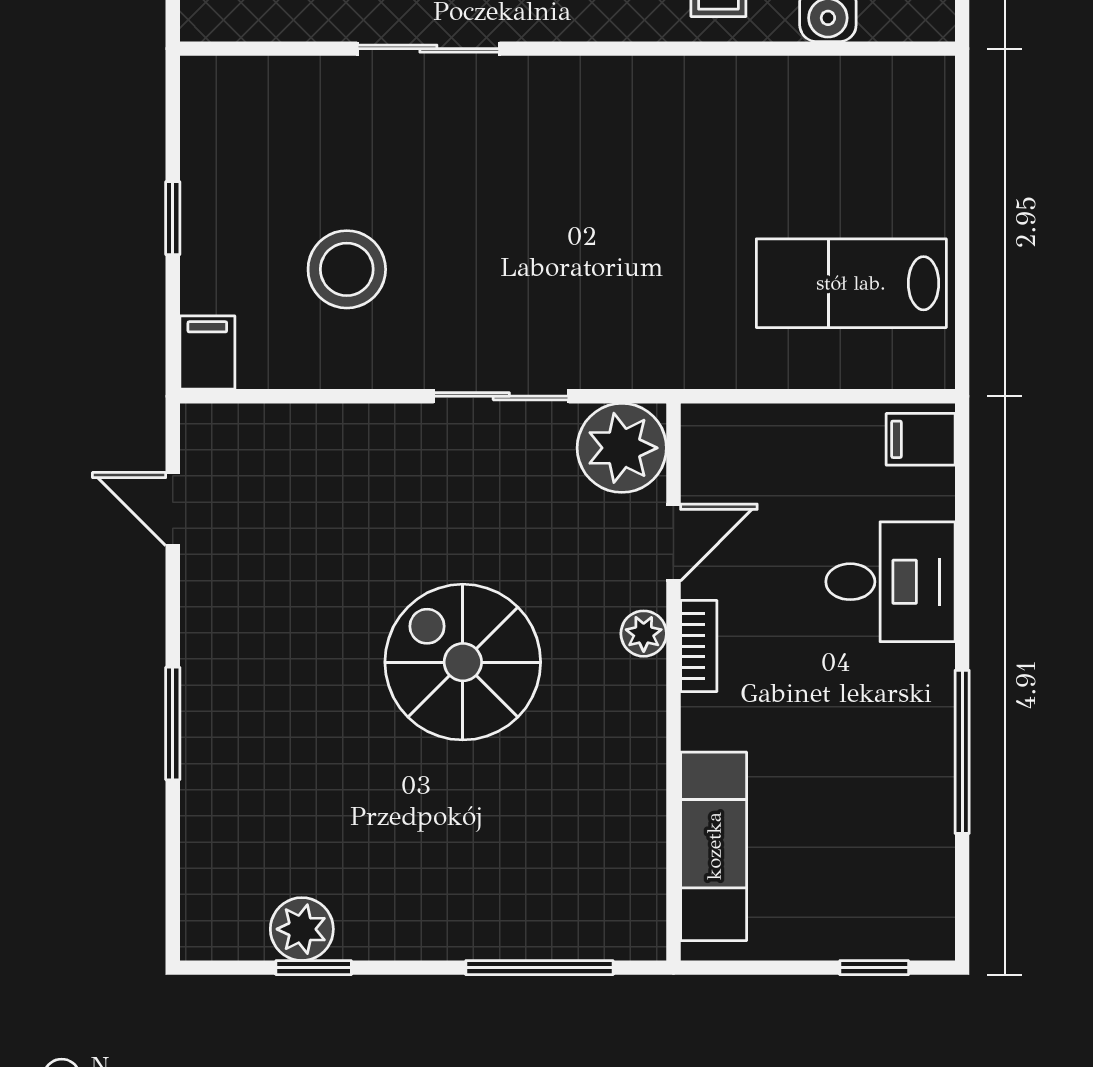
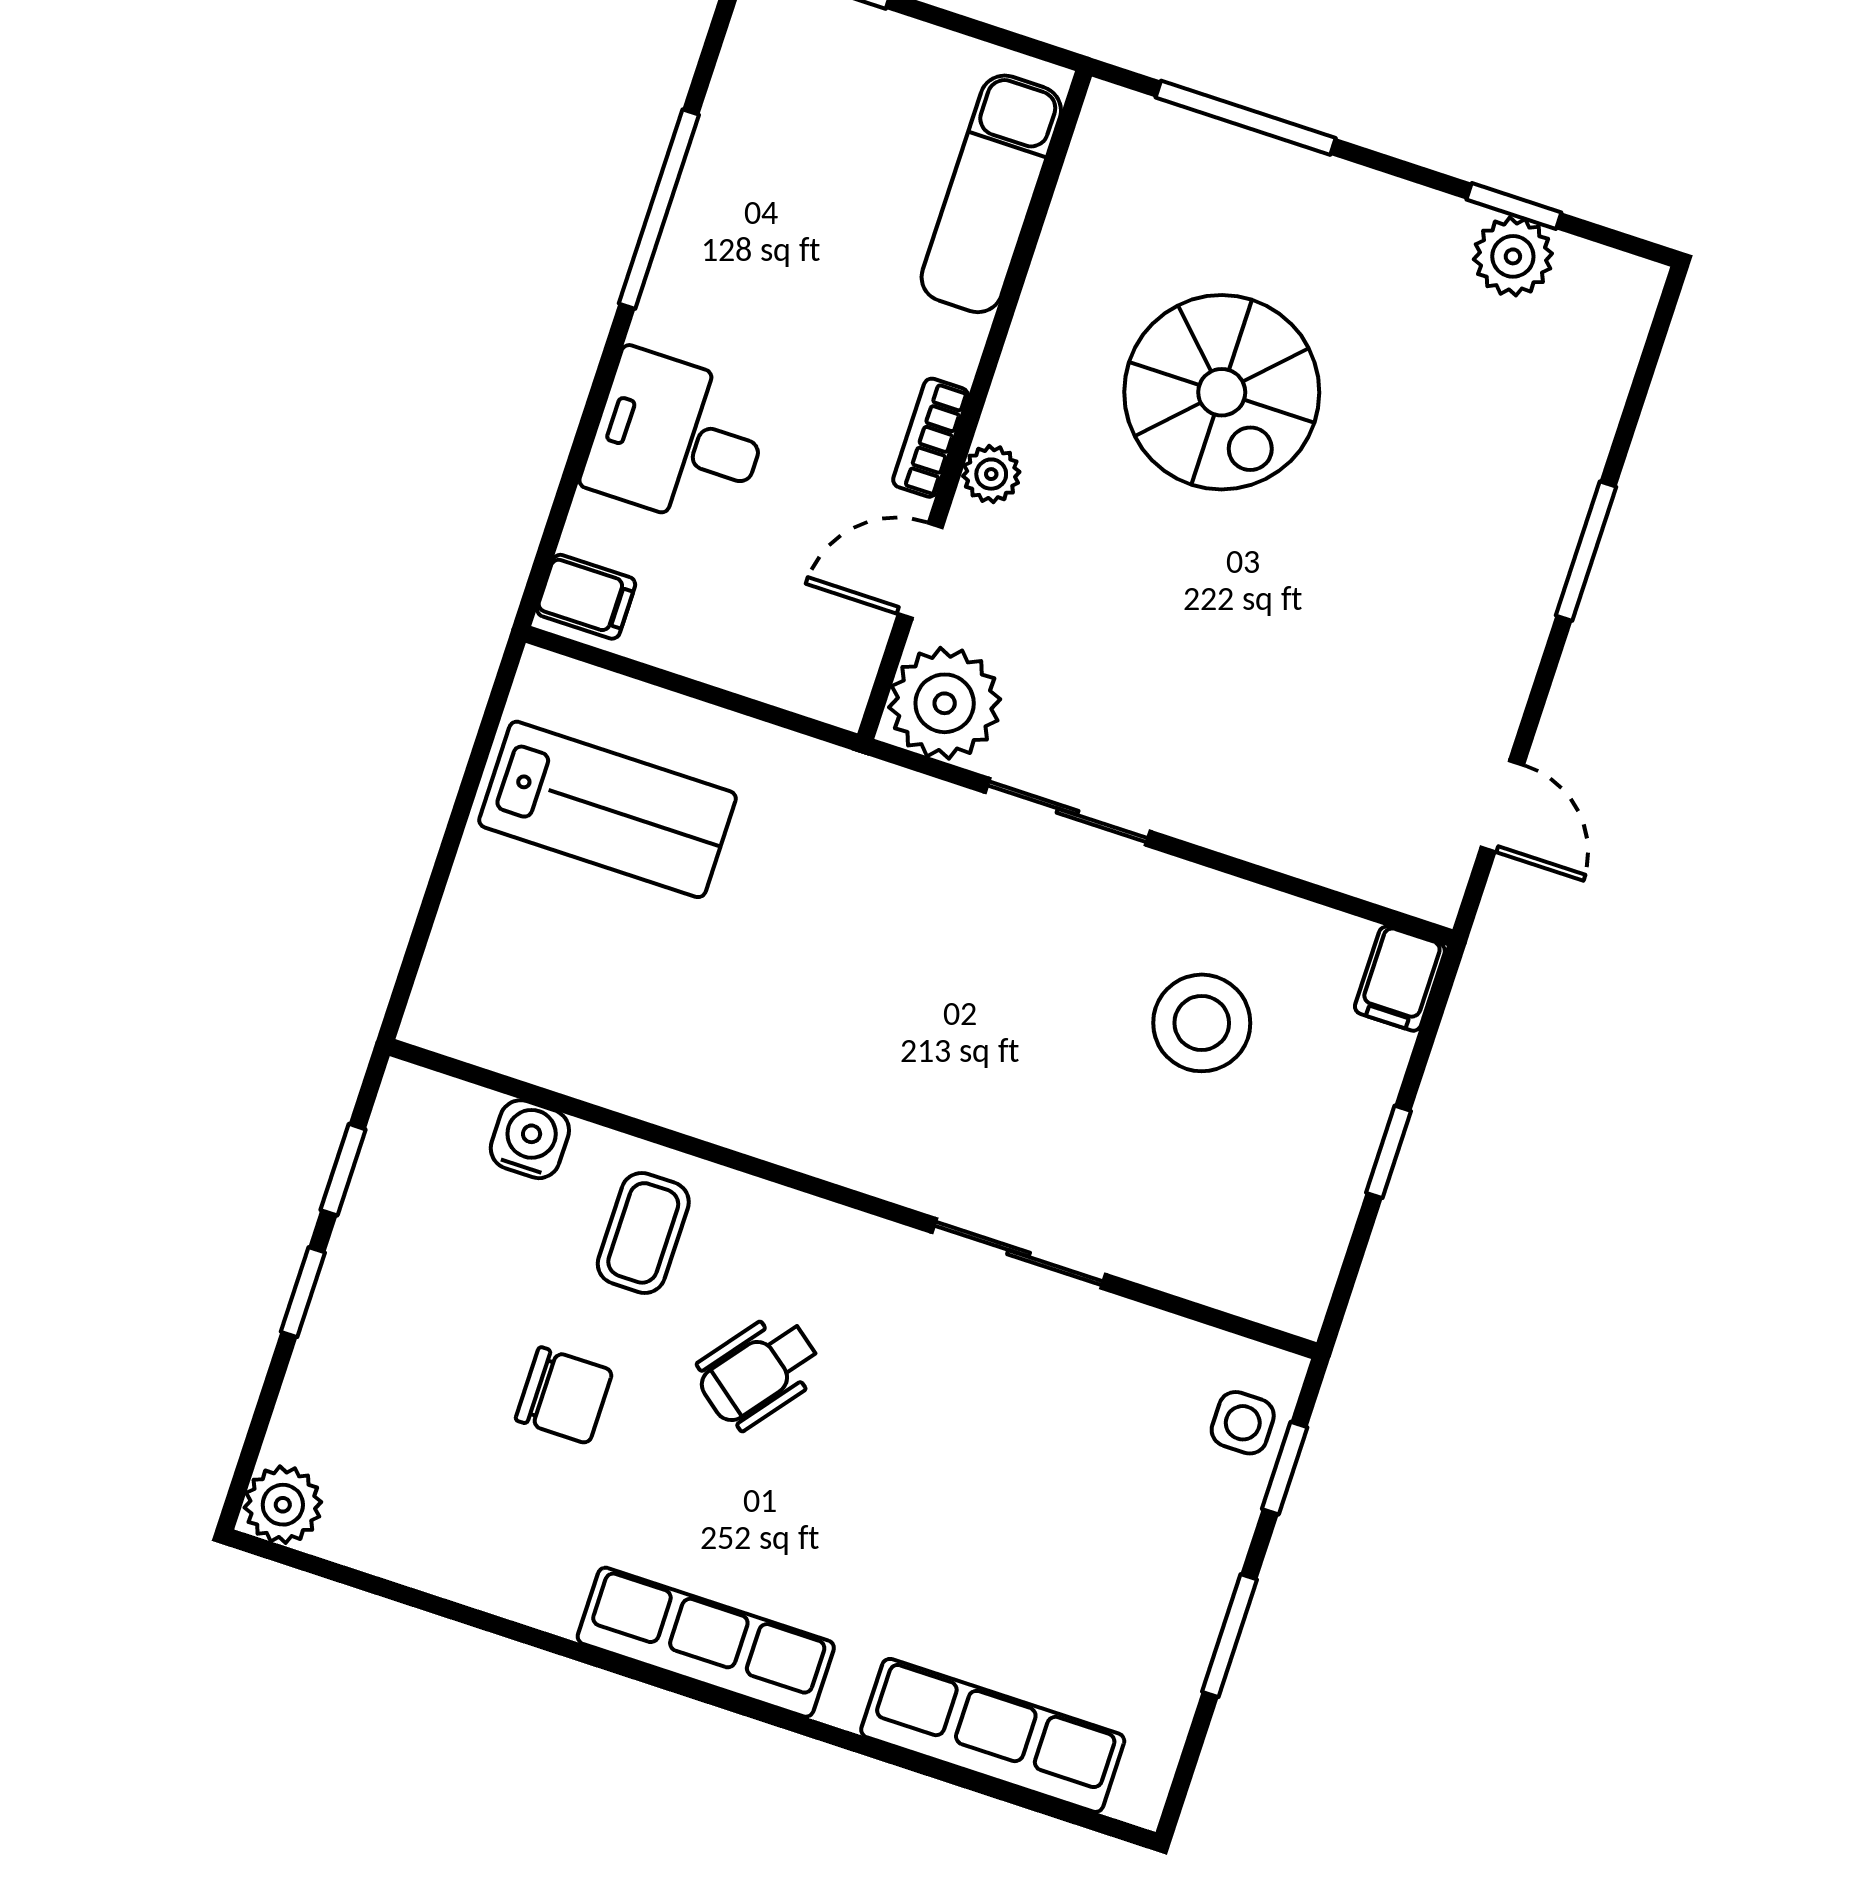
spiral stairs: (463, 662) -> (1222, 392), moved

